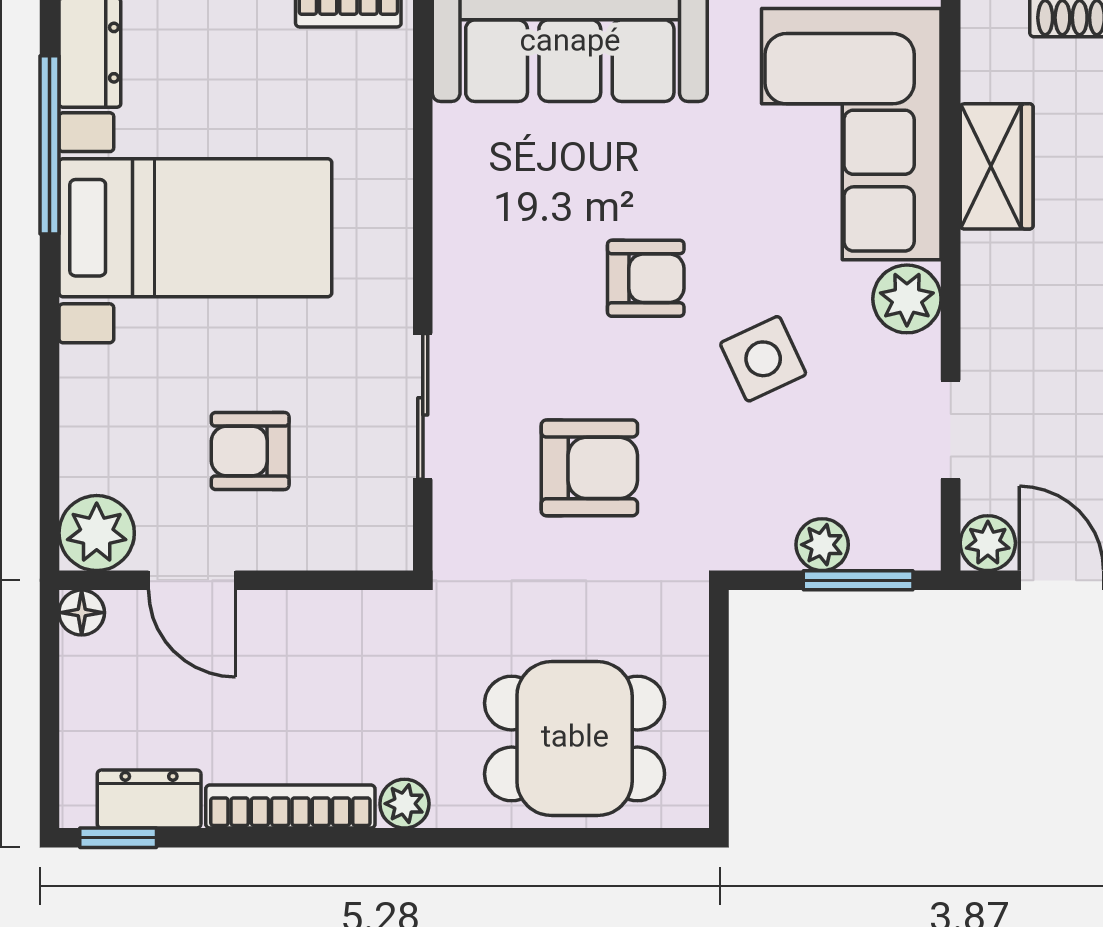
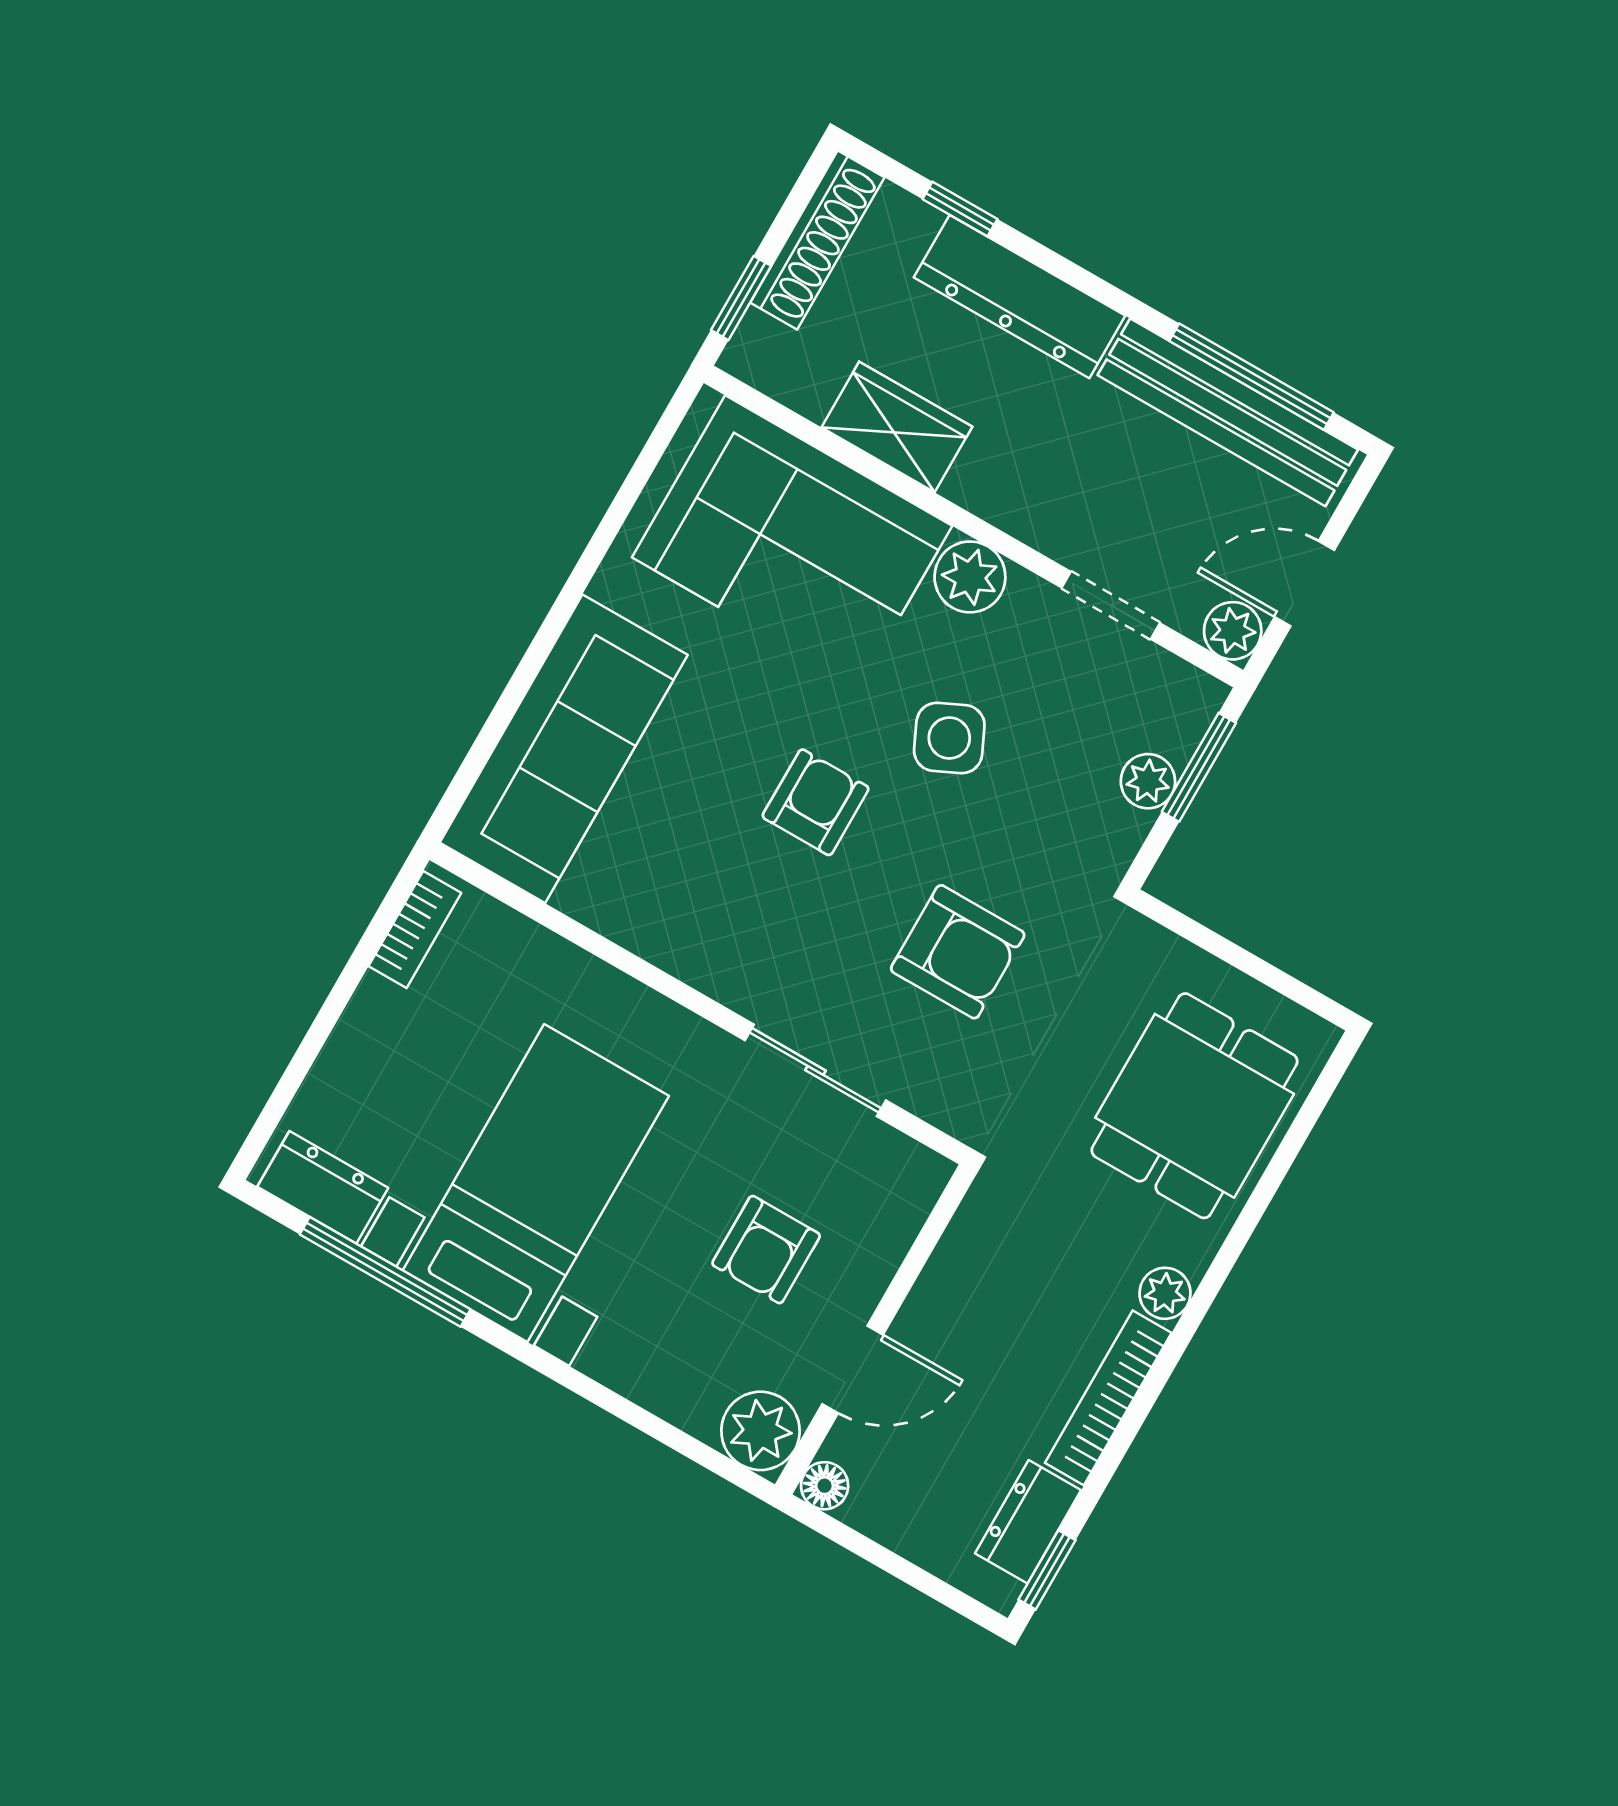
armchair: (589, 468) -> (958, 952), turned 90

